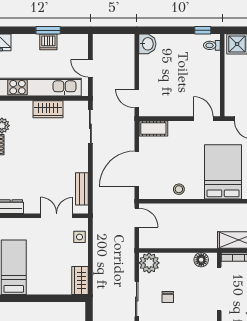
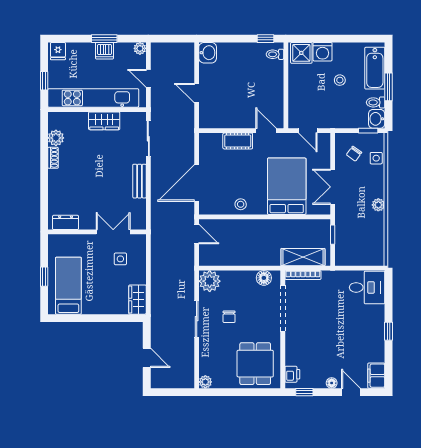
plant: (82, 40) -> (140, 48), added
door: (137, 98) -> (197, 93), moved
cot: (153, 129) -> (238, 141), moved
bench: (82, 189) -> (140, 181), moved
side table: (80, 237) -> (120, 259), moved

